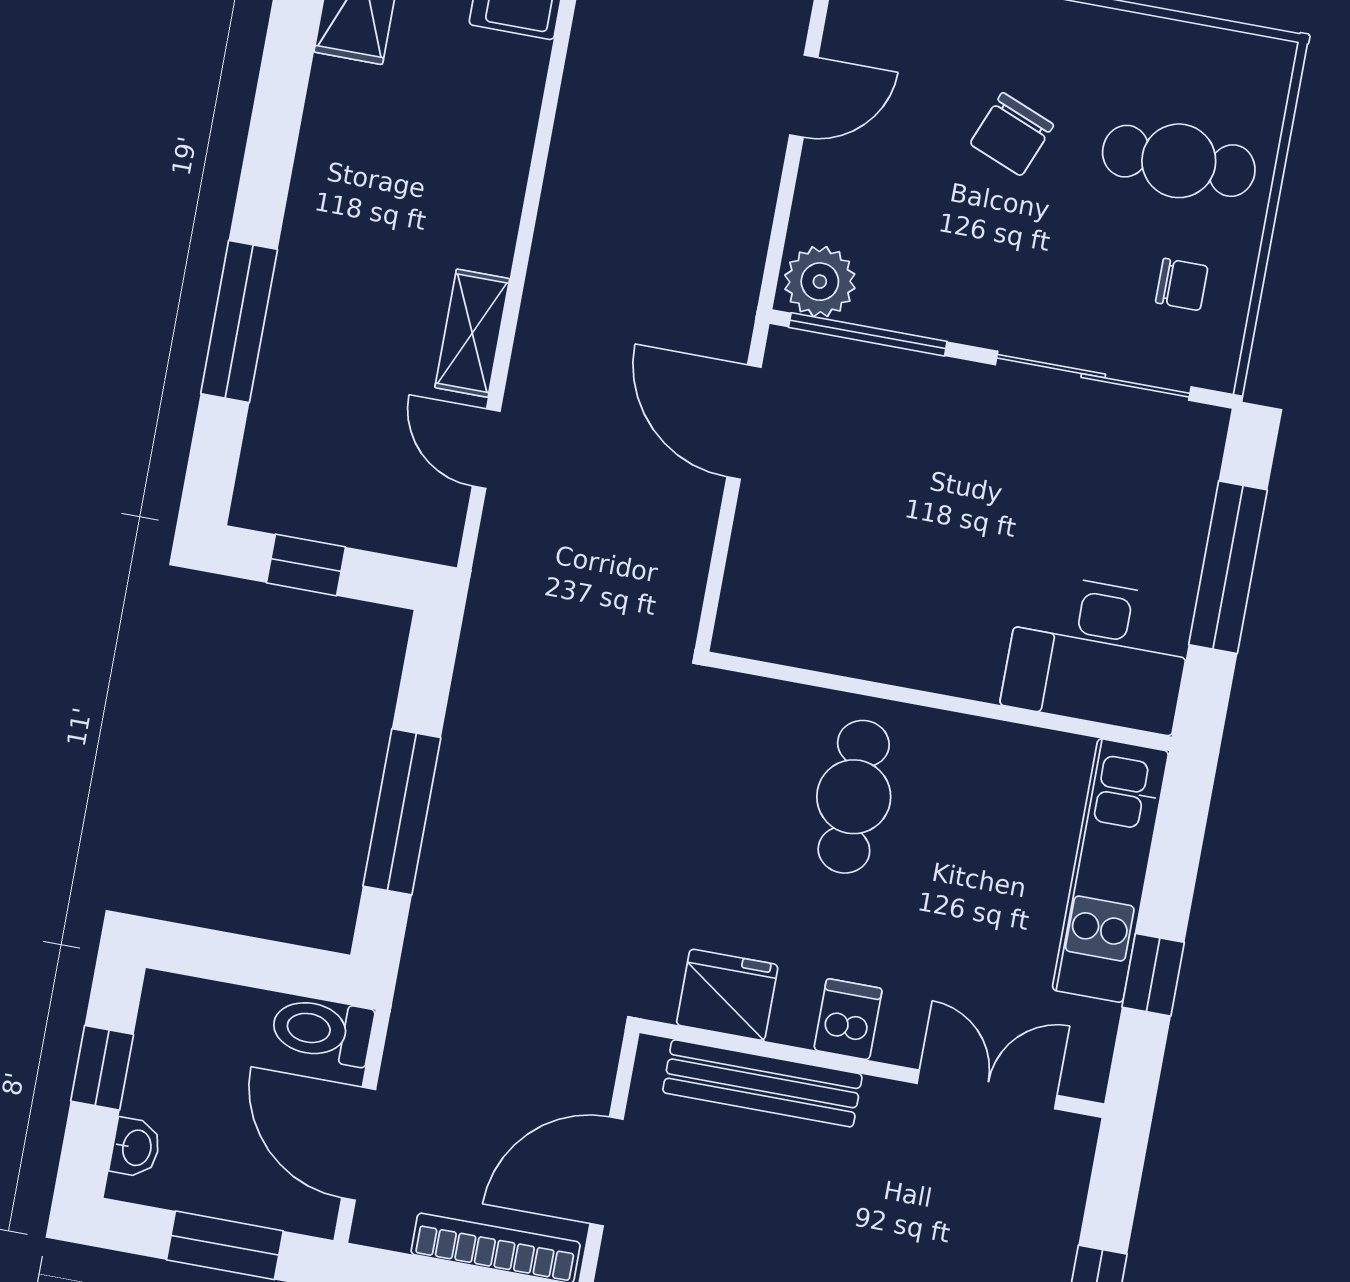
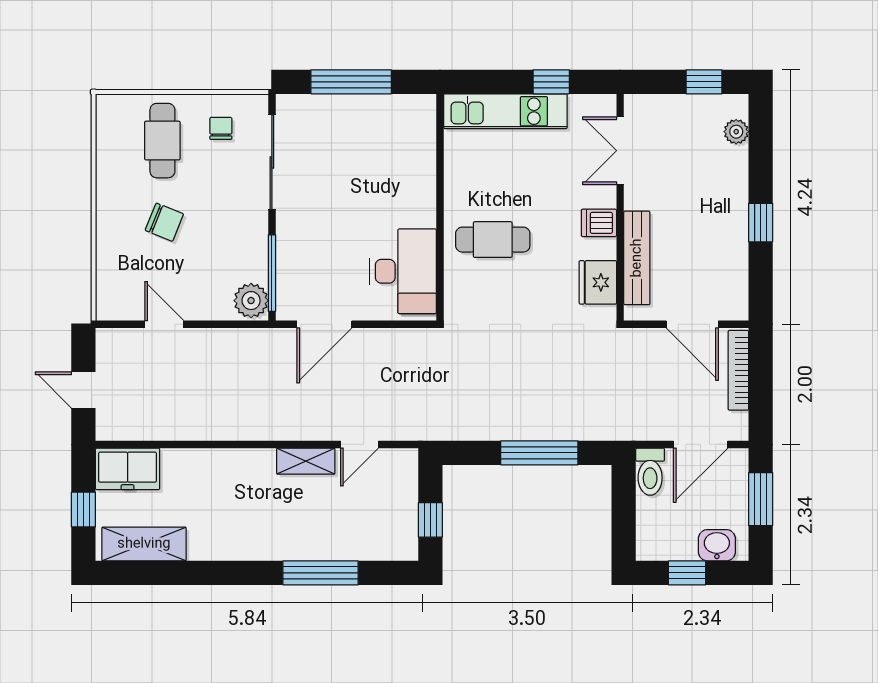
desk: (1098, 653) -> (403, 271), moved
washbasin: (136, 1148) -> (717, 545), width x1.38, depth x1.45

